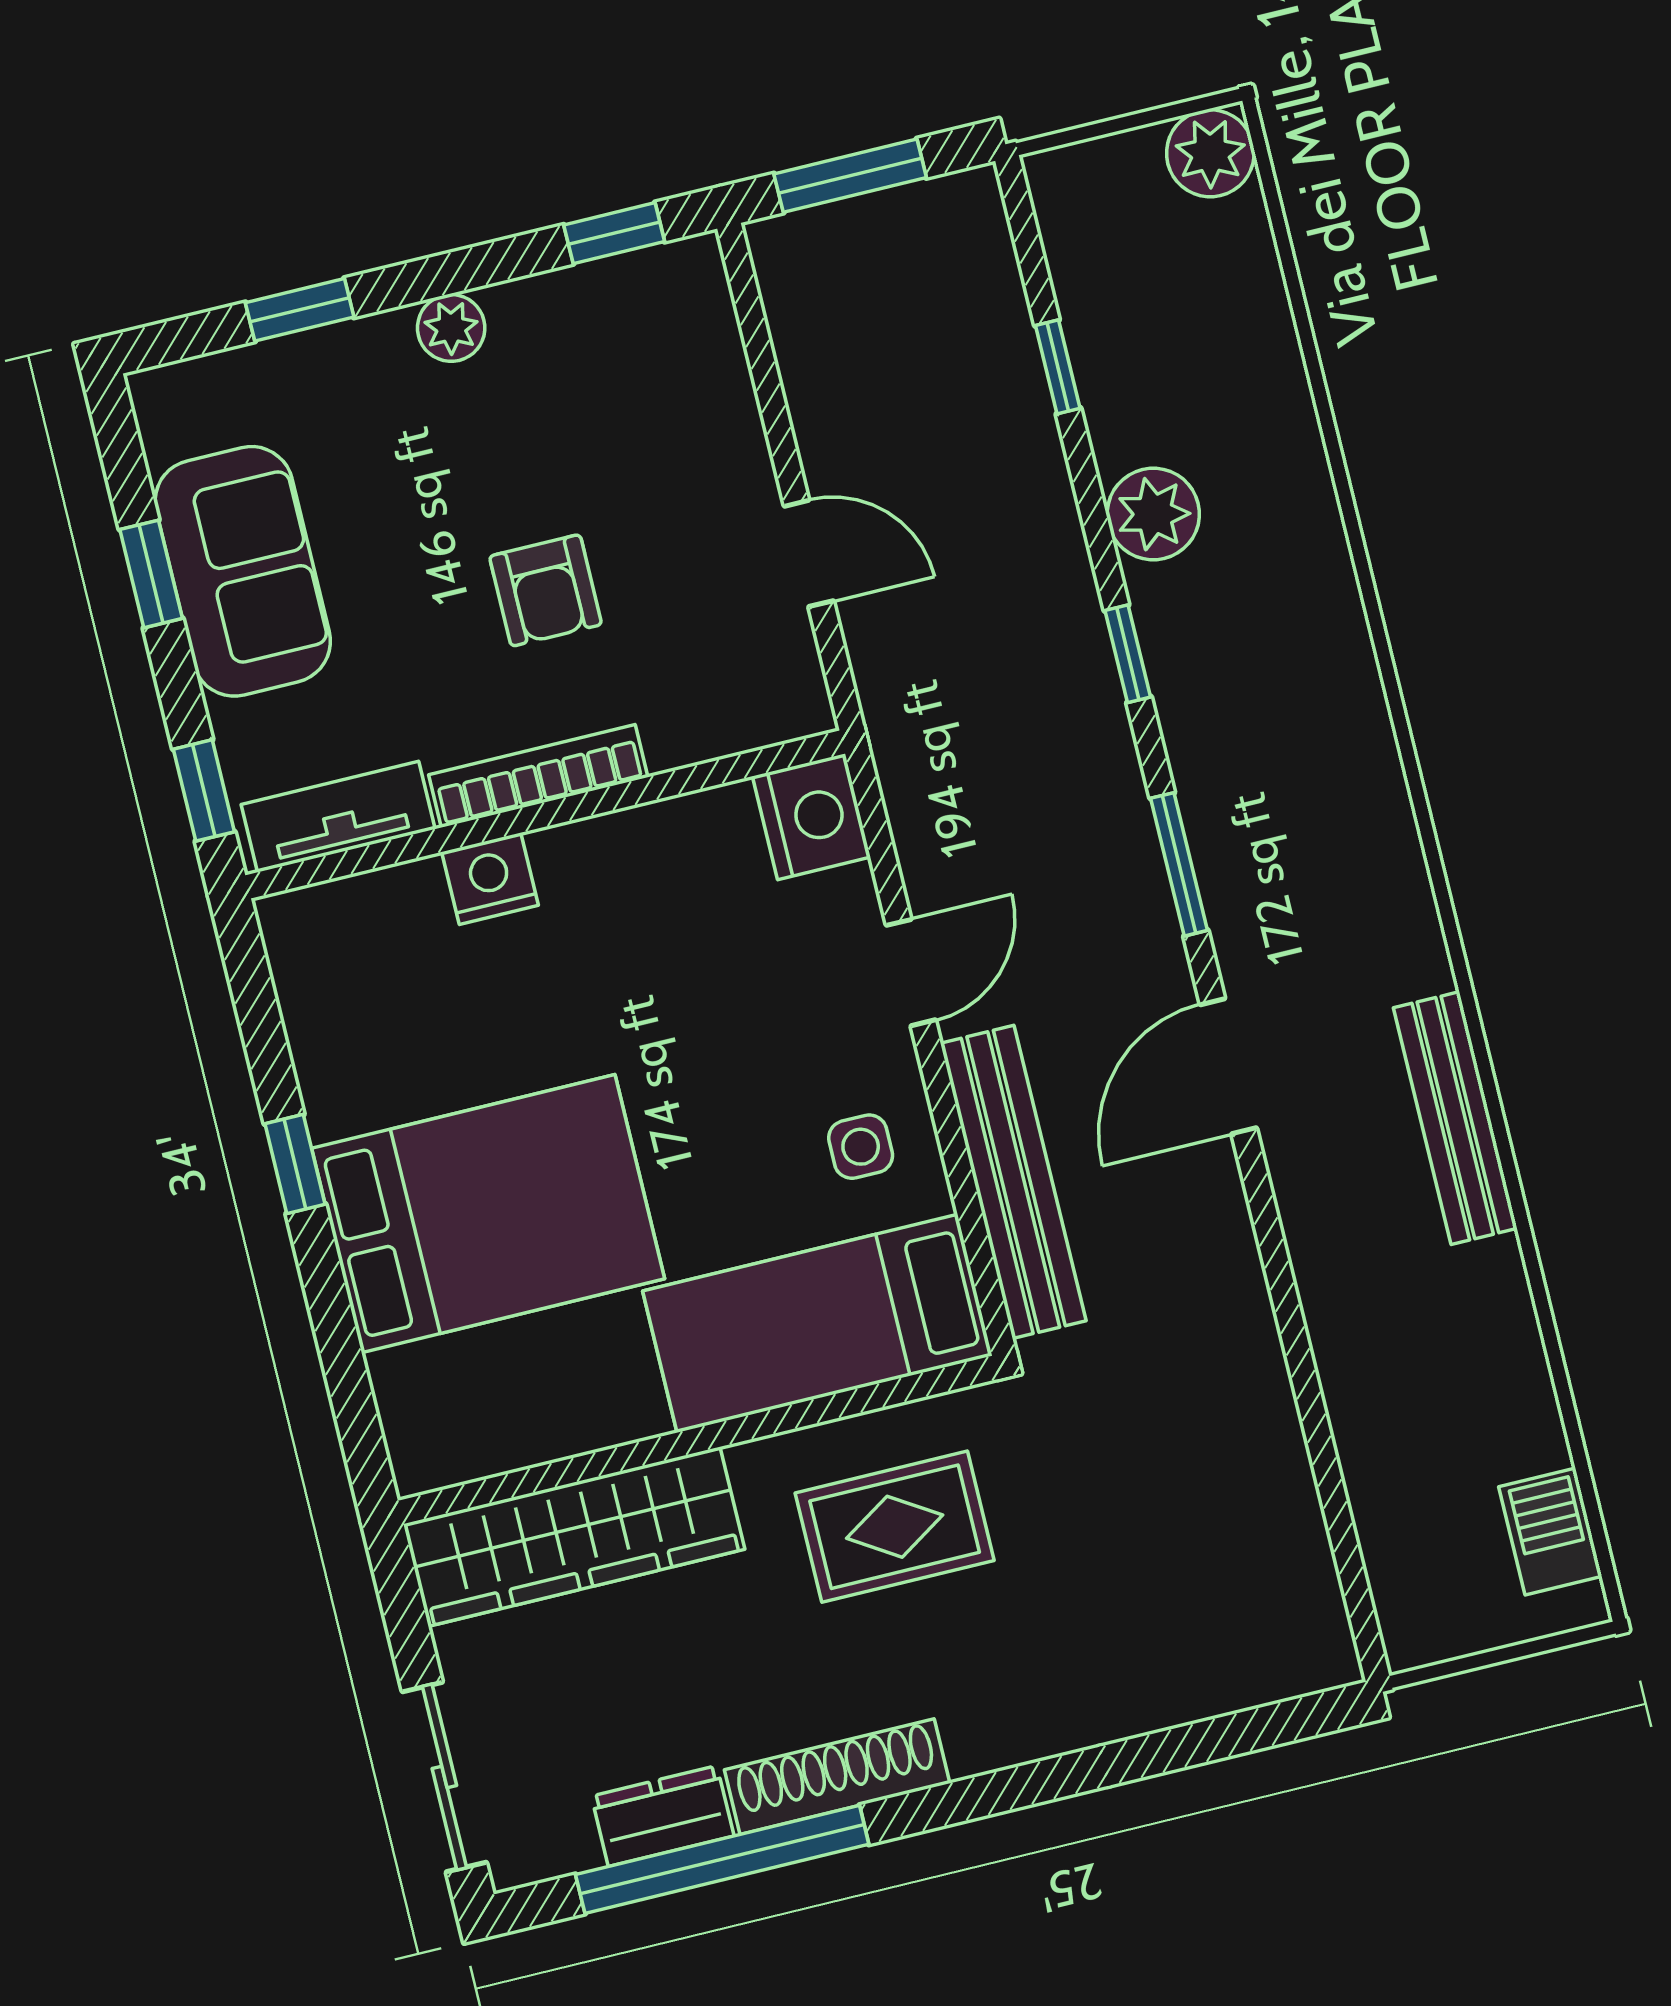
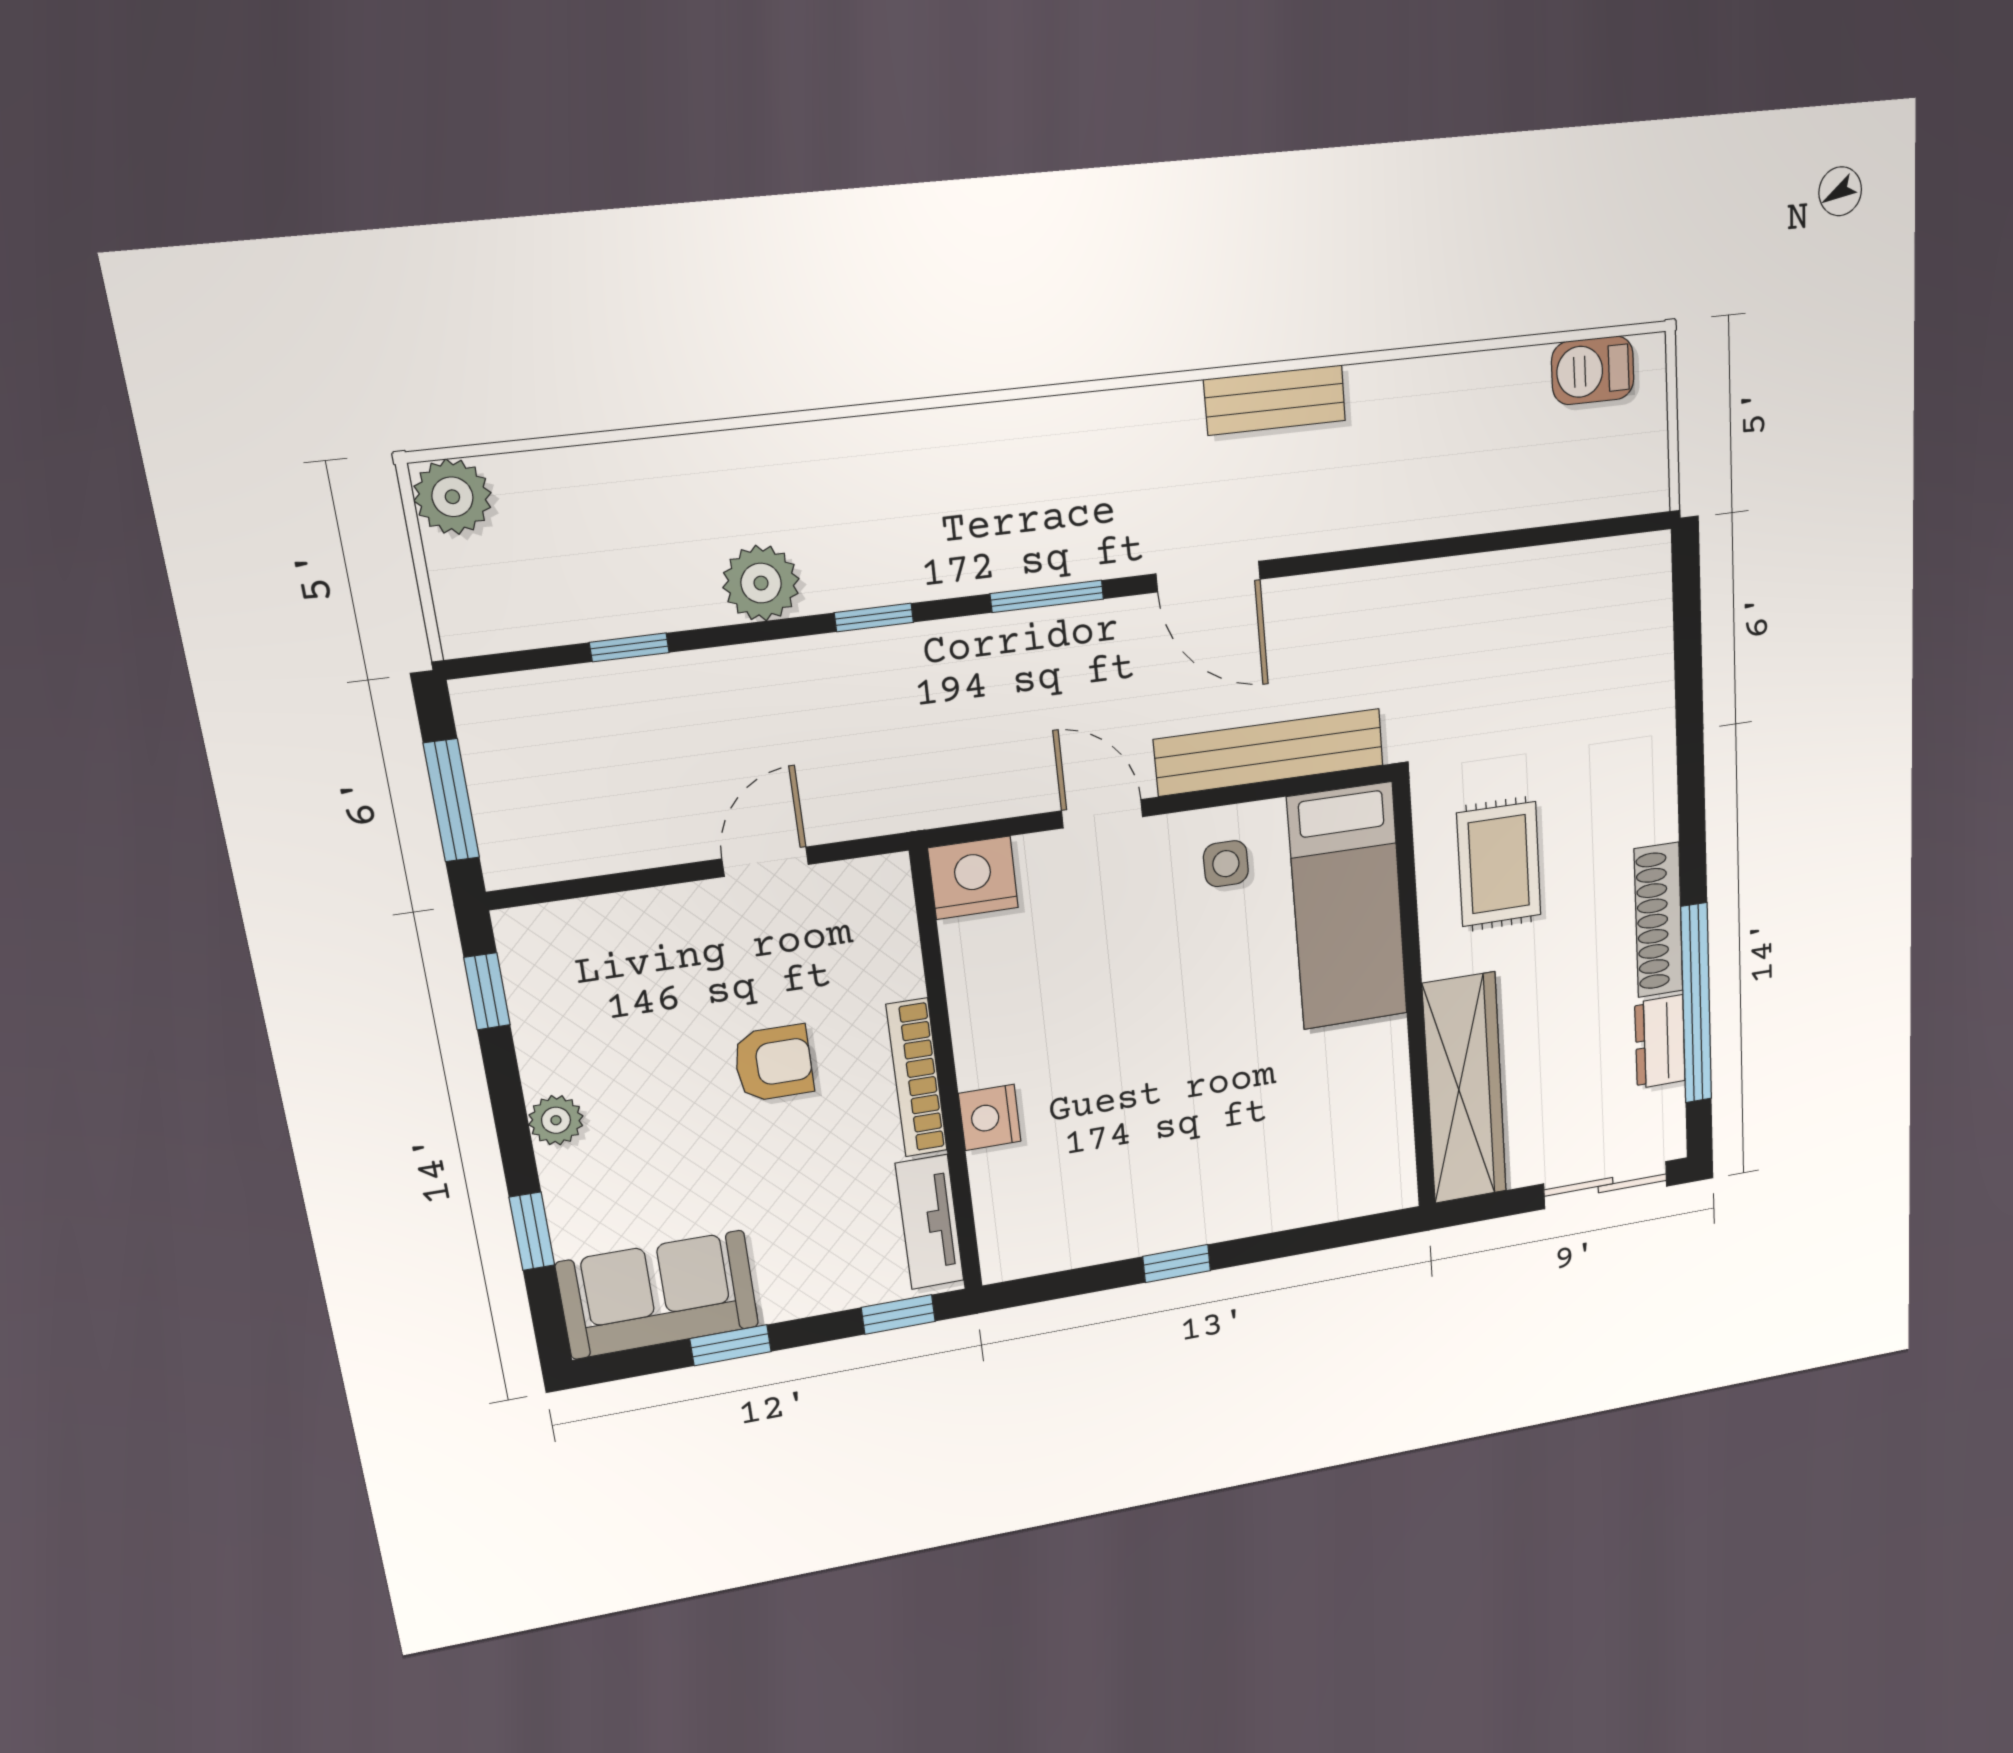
sofa: (243, 571) -> (658, 1295), moved
bench: (1455, 1118) -> (1275, 400), width x0.73
bed: (488, 1214) -> (1232, 1133), removed

